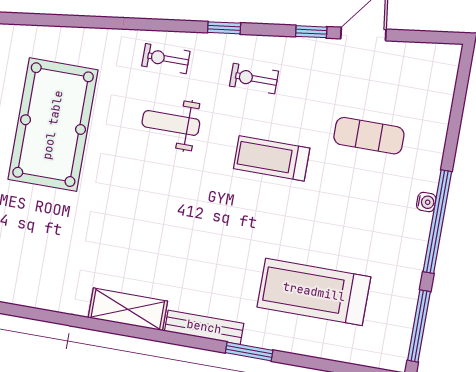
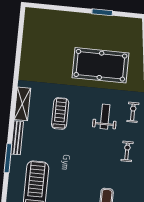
treadmill: (272, 158) -> (60, 114), moved
window: (249, 352) -> (8, 158), width x1.44

